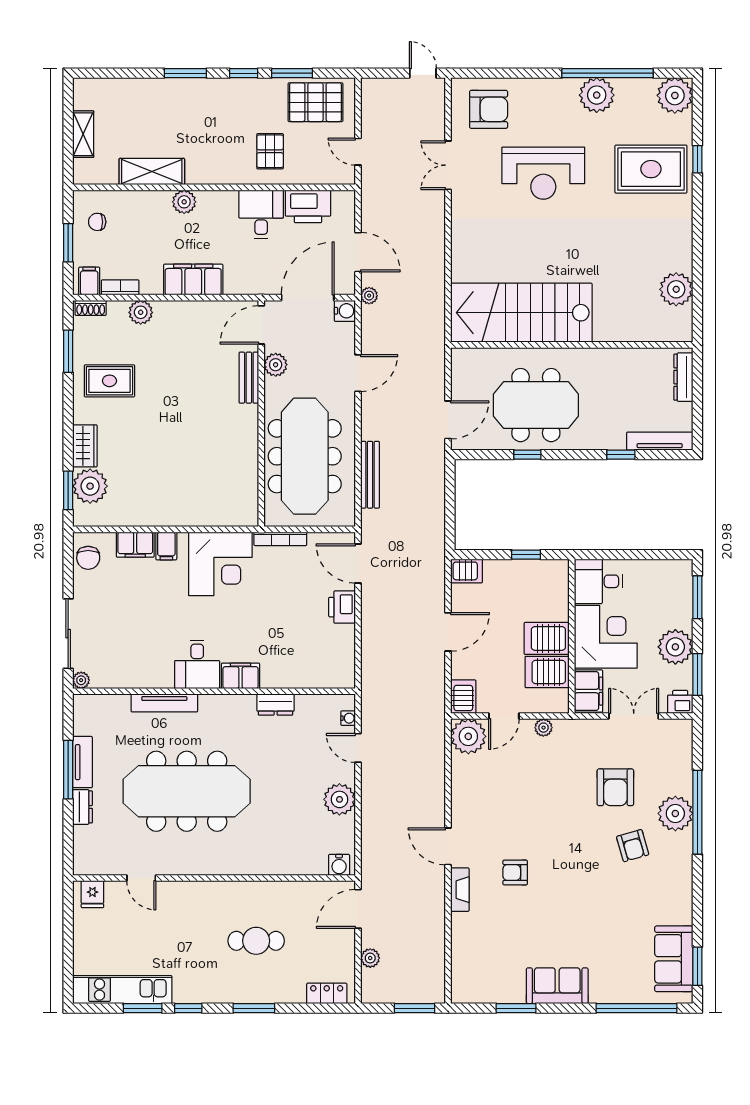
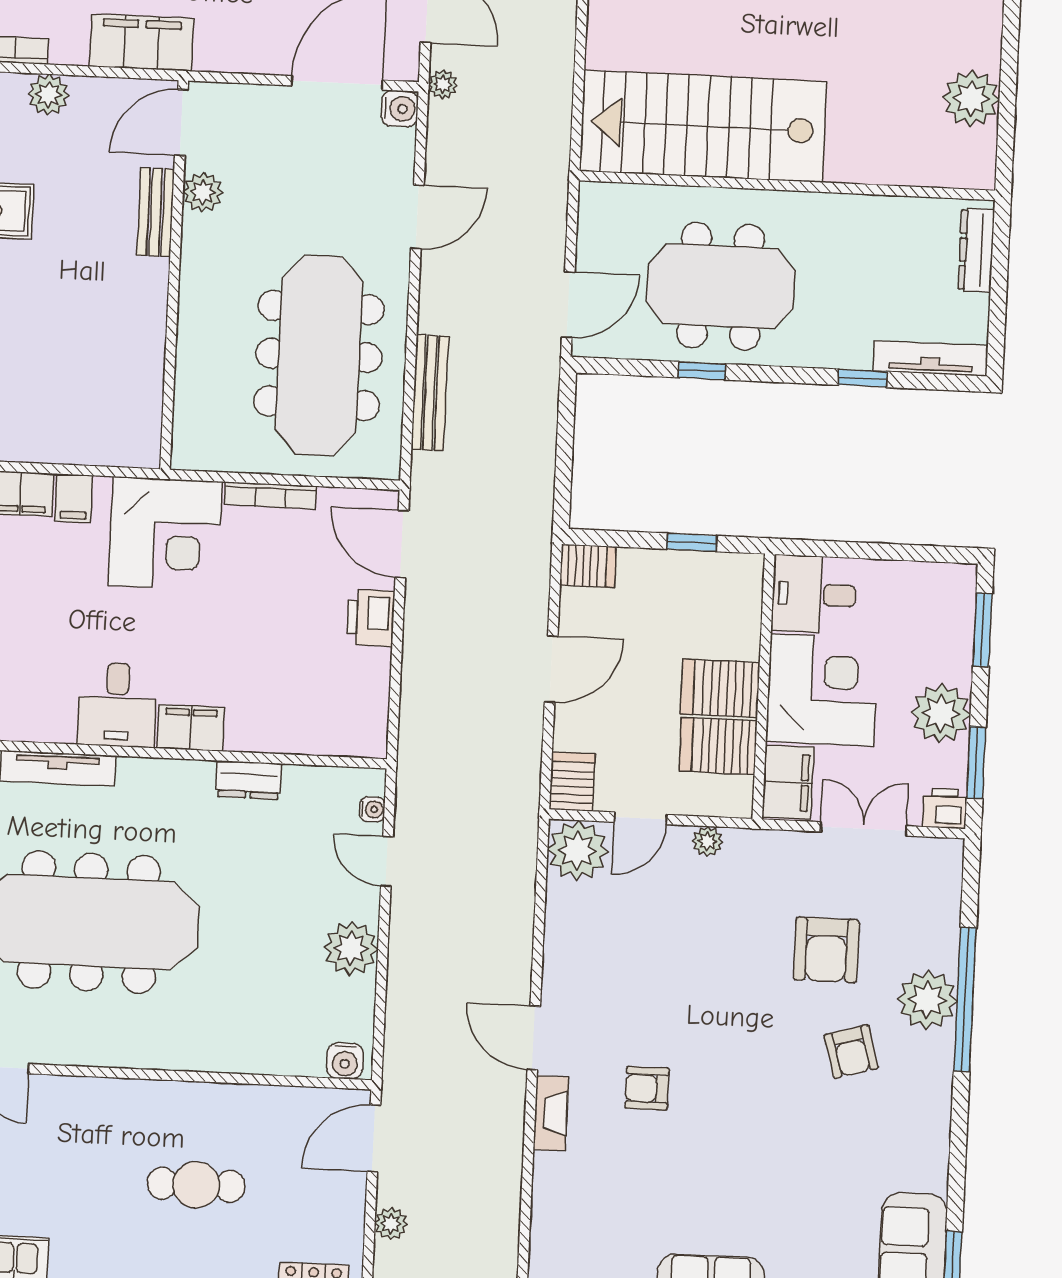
door: (261, 325) -> (181, 123), moved
plant: (276, 365) -> (203, 192), moved
bench: (249, 378) -> (156, 212), moved
wall: (261, 413) -> (174, 275), moved

